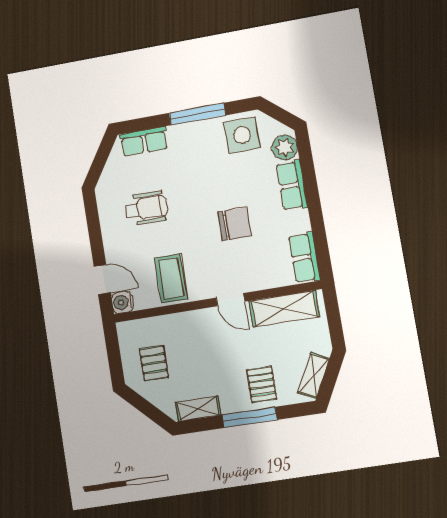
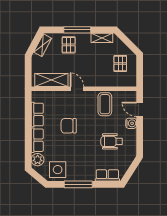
row of seats: (304, 258) -> (37, 114), moved
water cooler: (122, 302) -> (131, 123), moved

